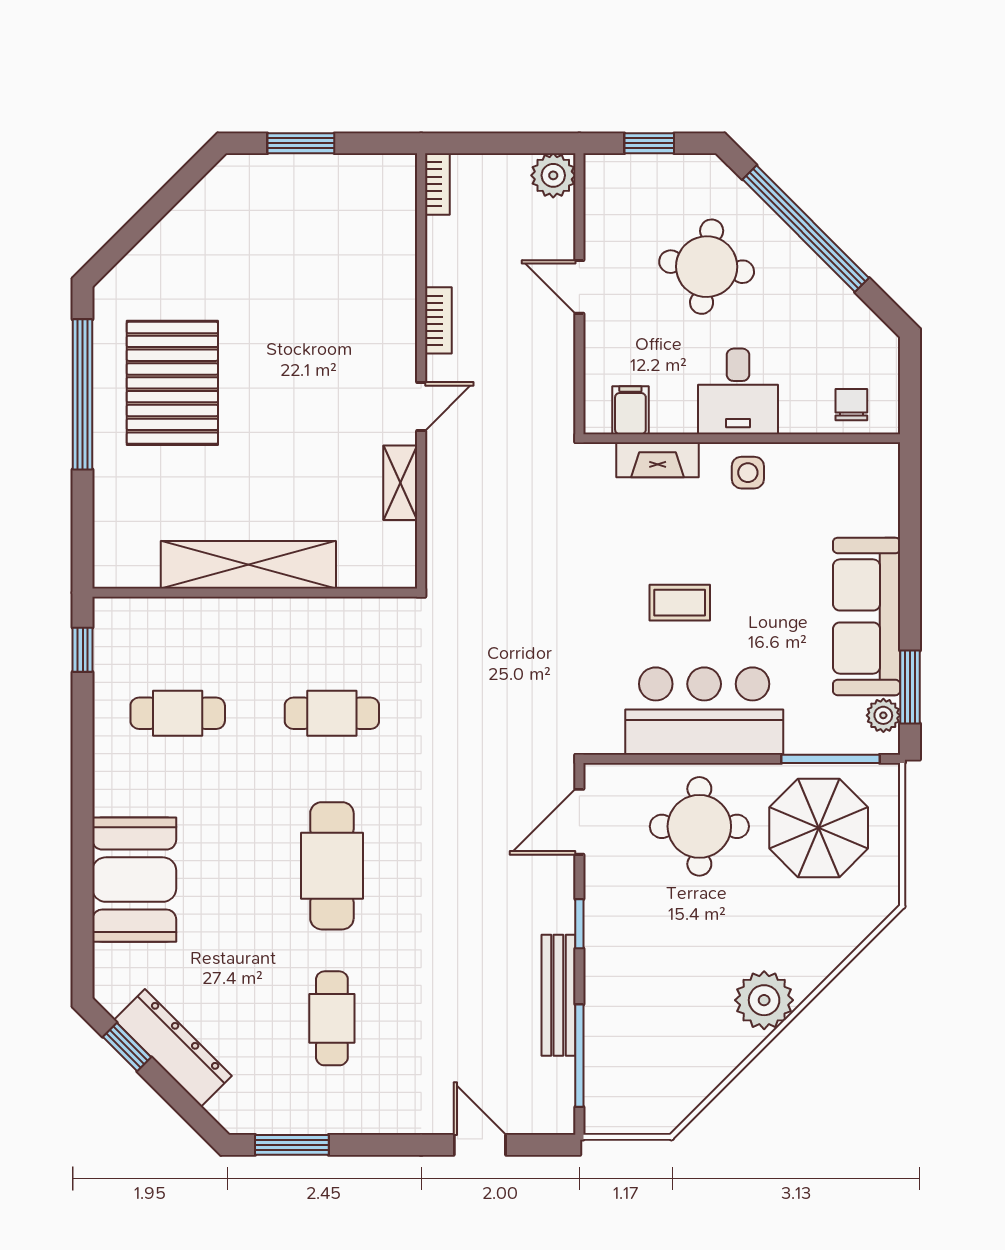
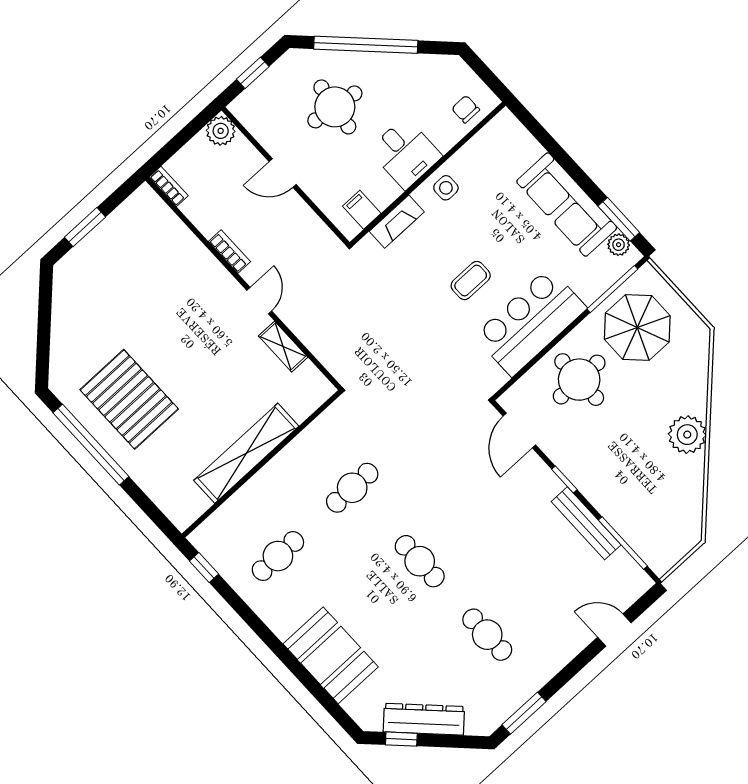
cafe table: (332, 866) -> (420, 561), width x0.73, depth x0.74

